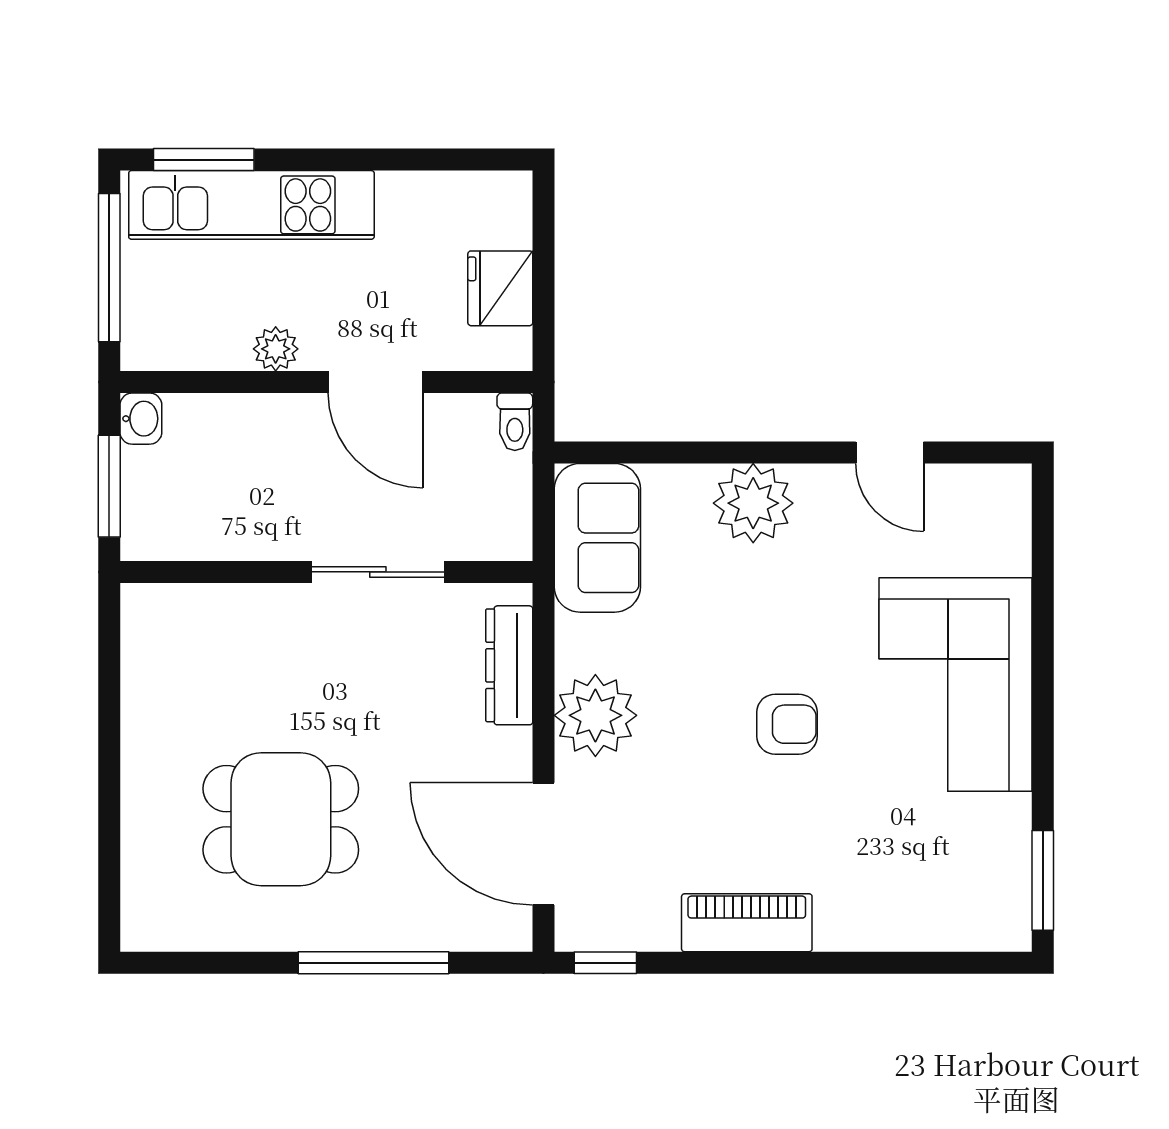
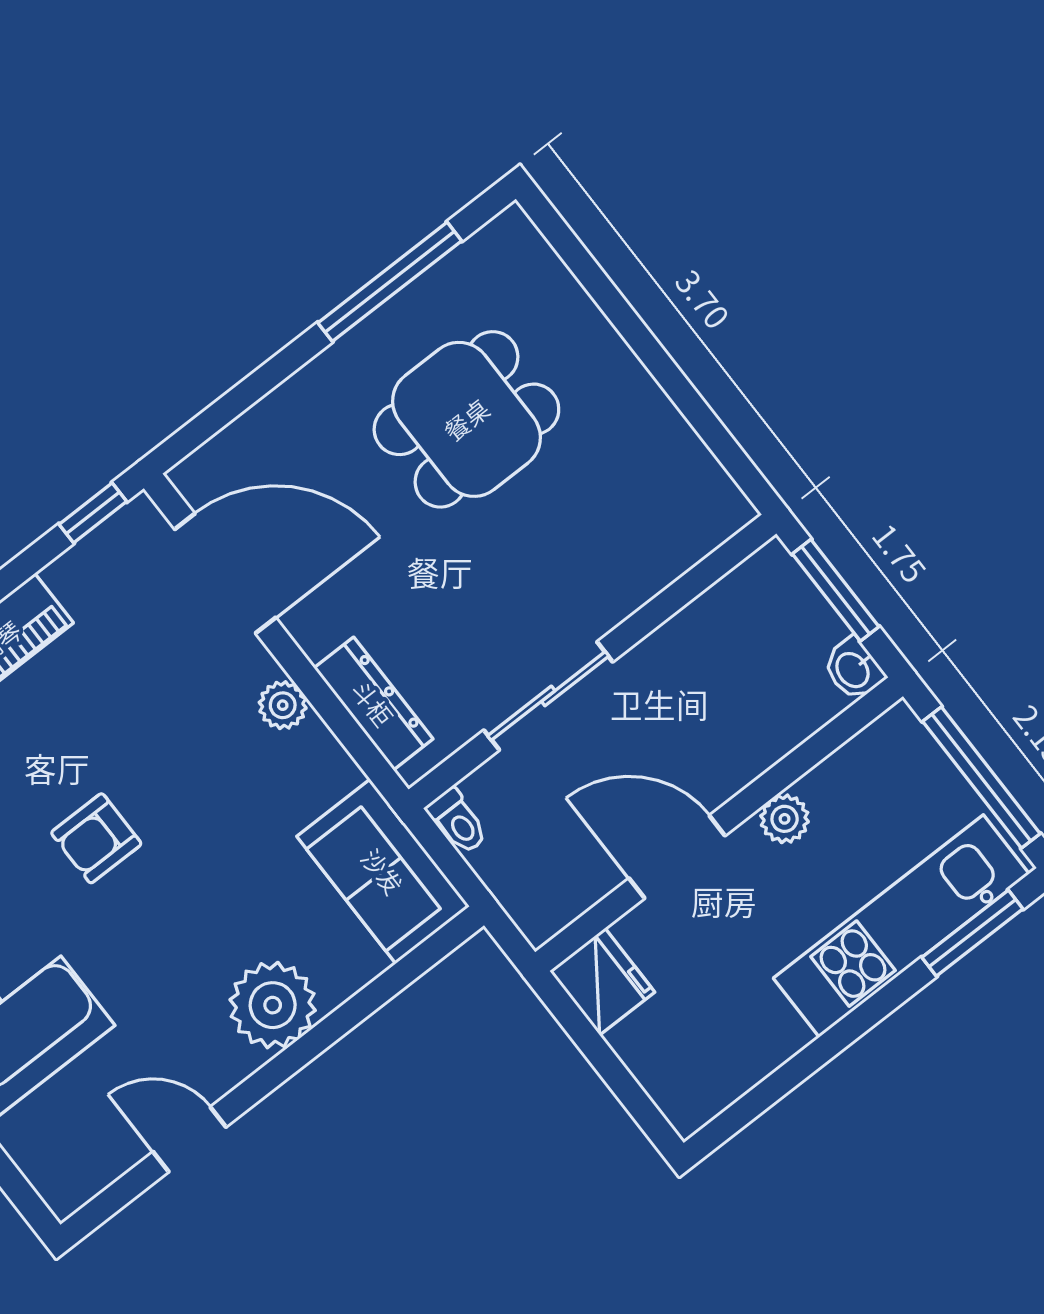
fridge: (500, 288) -> (602, 982), moved
toilet: (515, 422) -> (457, 821), moved, turned 180
plant: (595, 715) -> (283, 705), width x0.53, depth x0.53
window: (373, 963) -> (390, 282), moved

